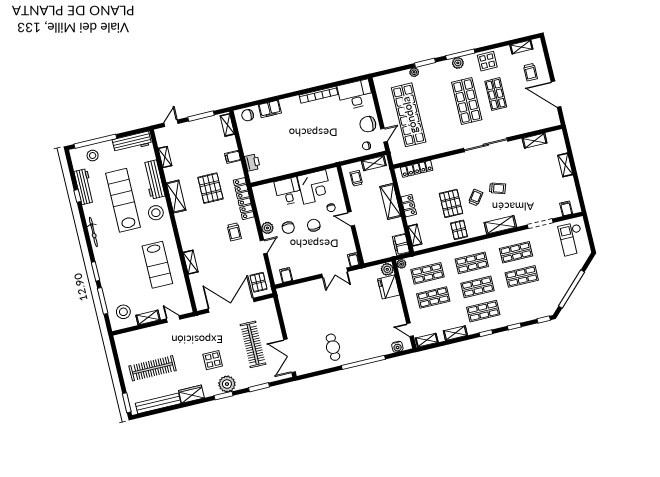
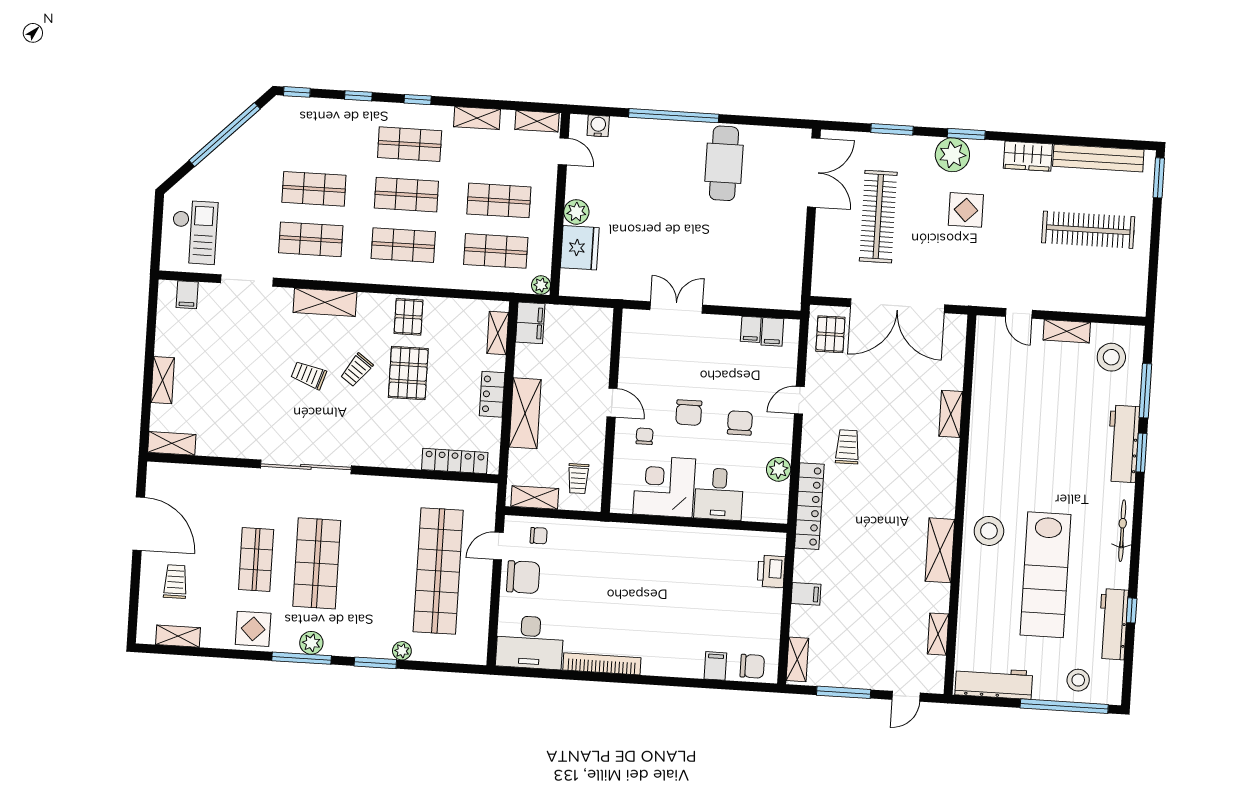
filing cabinet: (270, 109) -> (715, 666), width x0.50
shelving: (535, 141) -> (172, 443), moved
workbench: (154, 179) -> (1123, 444), moved, turned 180
pallet: (210, 188) -> (868, 546), removed
plant: (267, 228) -> (779, 469), moved
filing cabinet: (353, 260) -> (751, 329), moved
lab bench: (157, 265) -> (1017, 428), removed
plant: (387, 269) -> (576, 212), moved
cafe table: (333, 347) -> (724, 163), width x1.37, depth x1.35

